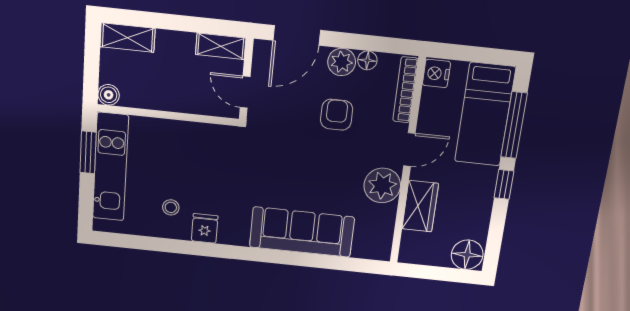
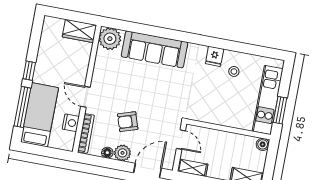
nightstand: (436, 73) -> (71, 123), moved
armchair: (337, 115) -> (128, 122), turned 72
door: (409, 150) -> (85, 97), hinge flipped
plant: (382, 185) -> (110, 39), moved
wardrobe: (420, 206) -> (79, 31), moved, turned -90
floor lamp: (467, 255) -> (53, 27), removed

